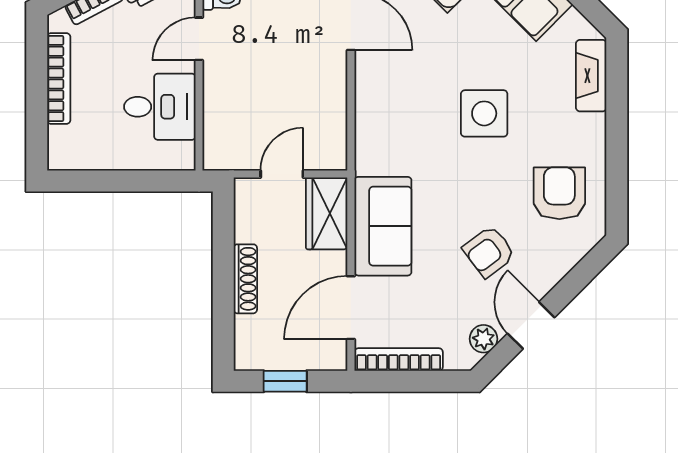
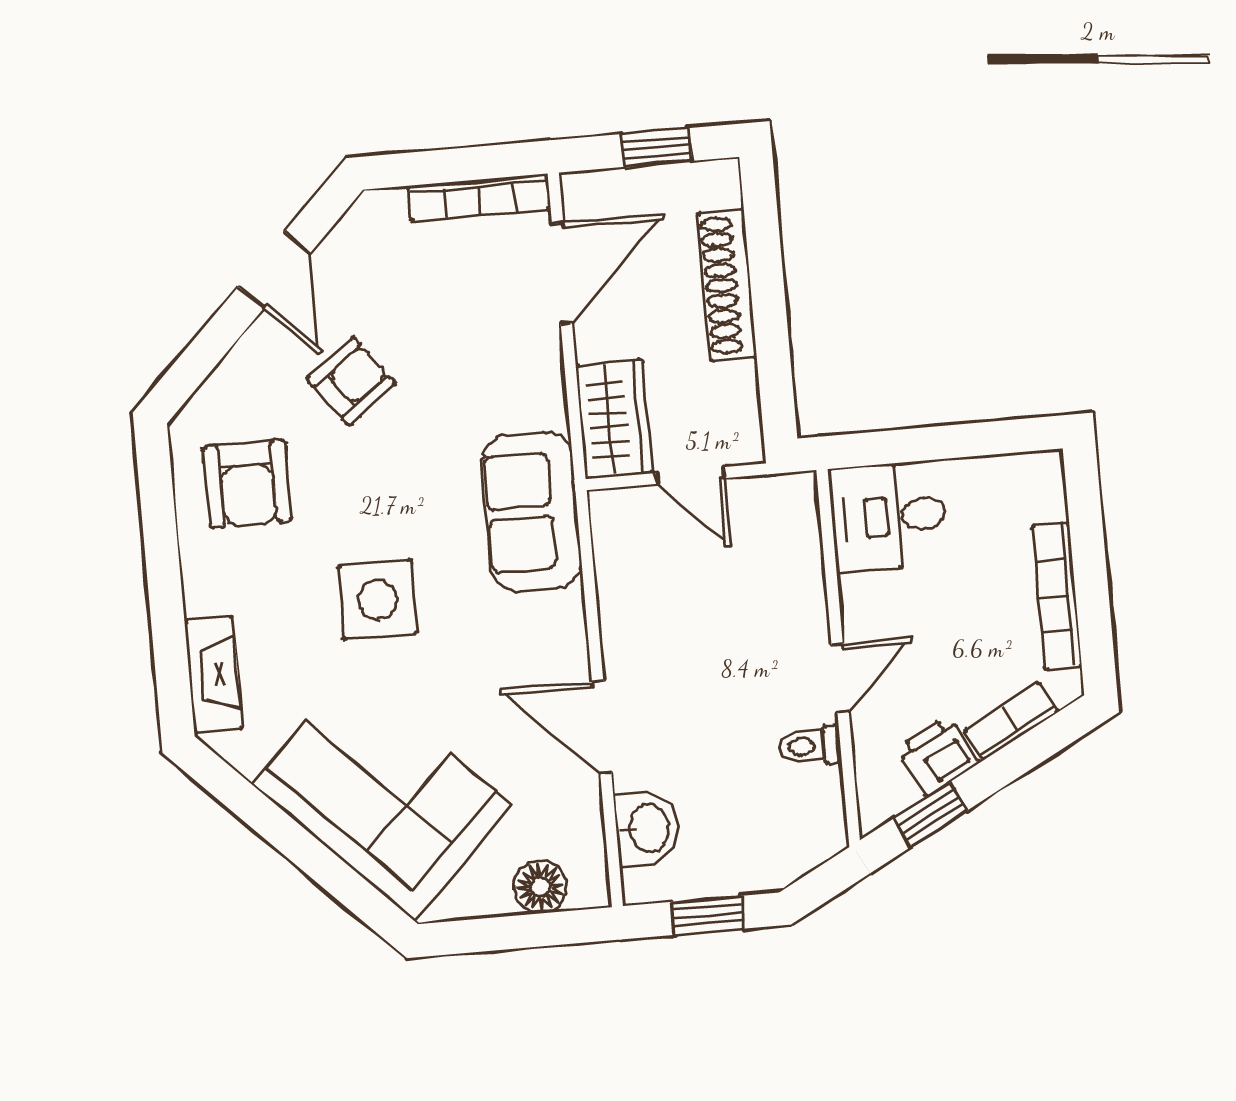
desk: (160, 107) -> (889, 517), moved
door: (282, 174) -> (690, 476), hinge flipped
sofa: (383, 226) -> (532, 512), moved
shoe rack: (245, 279) -> (727, 285), width x1.36, depth x1.24
plant: (483, 339) -> (348, 242), removed

